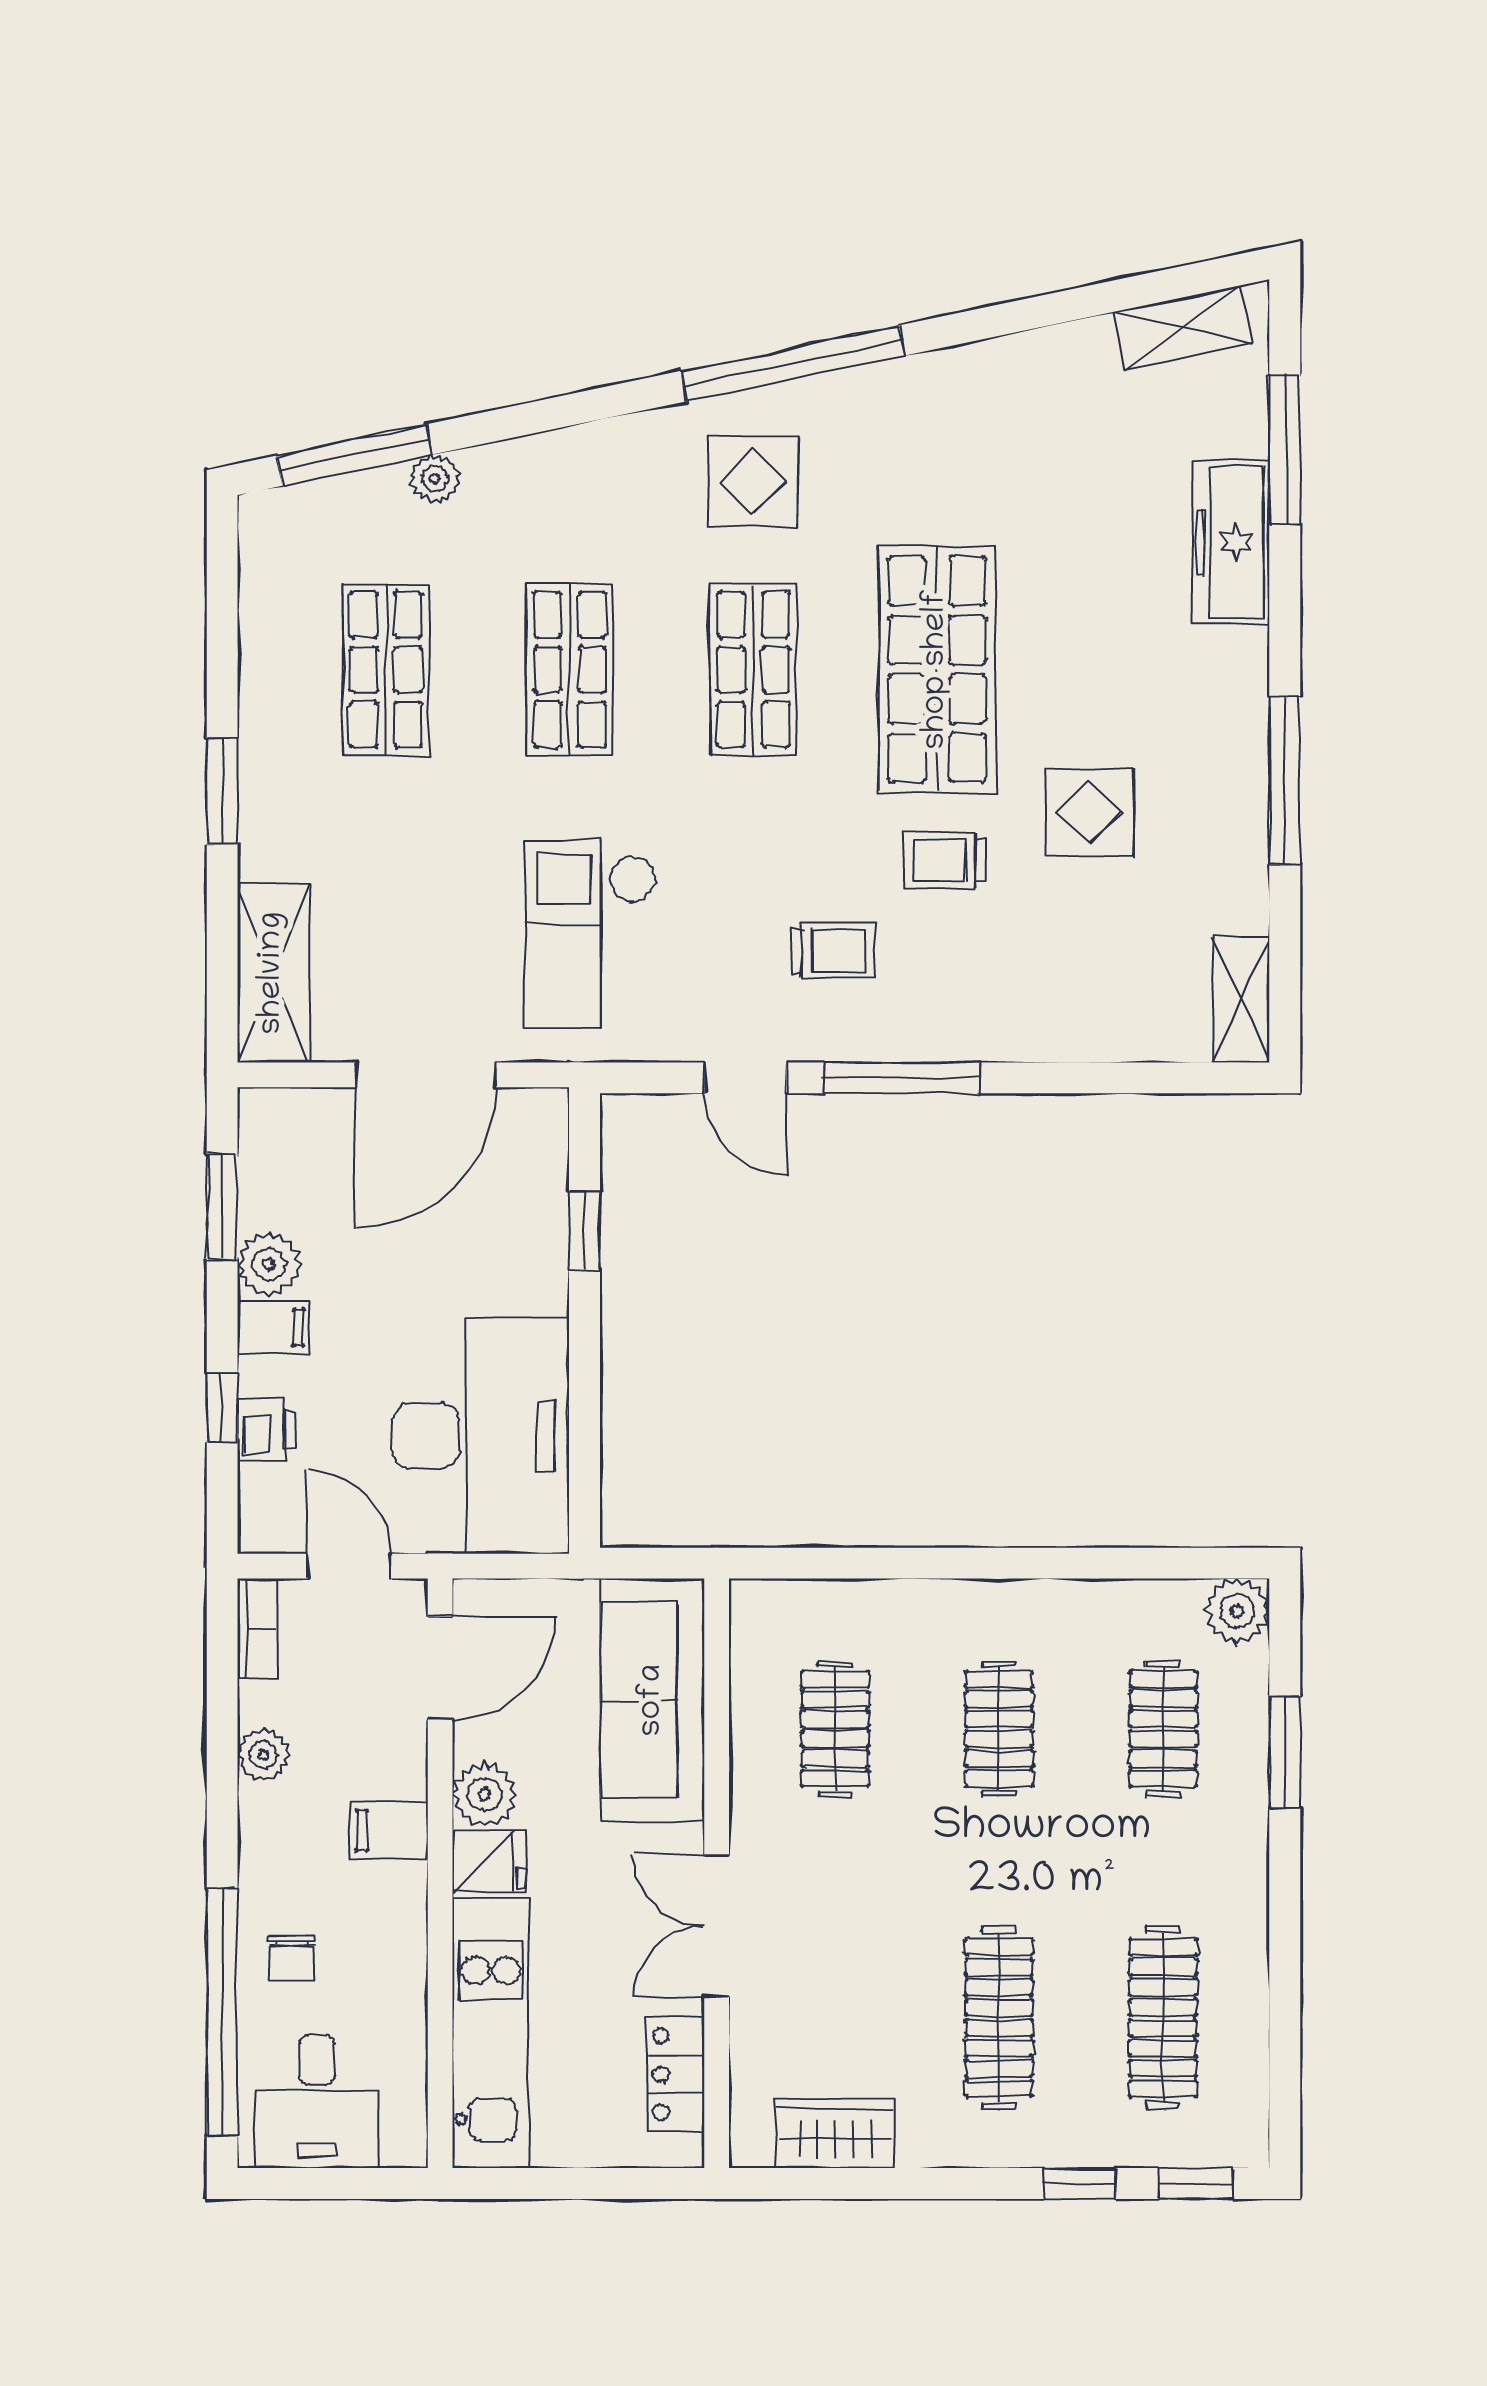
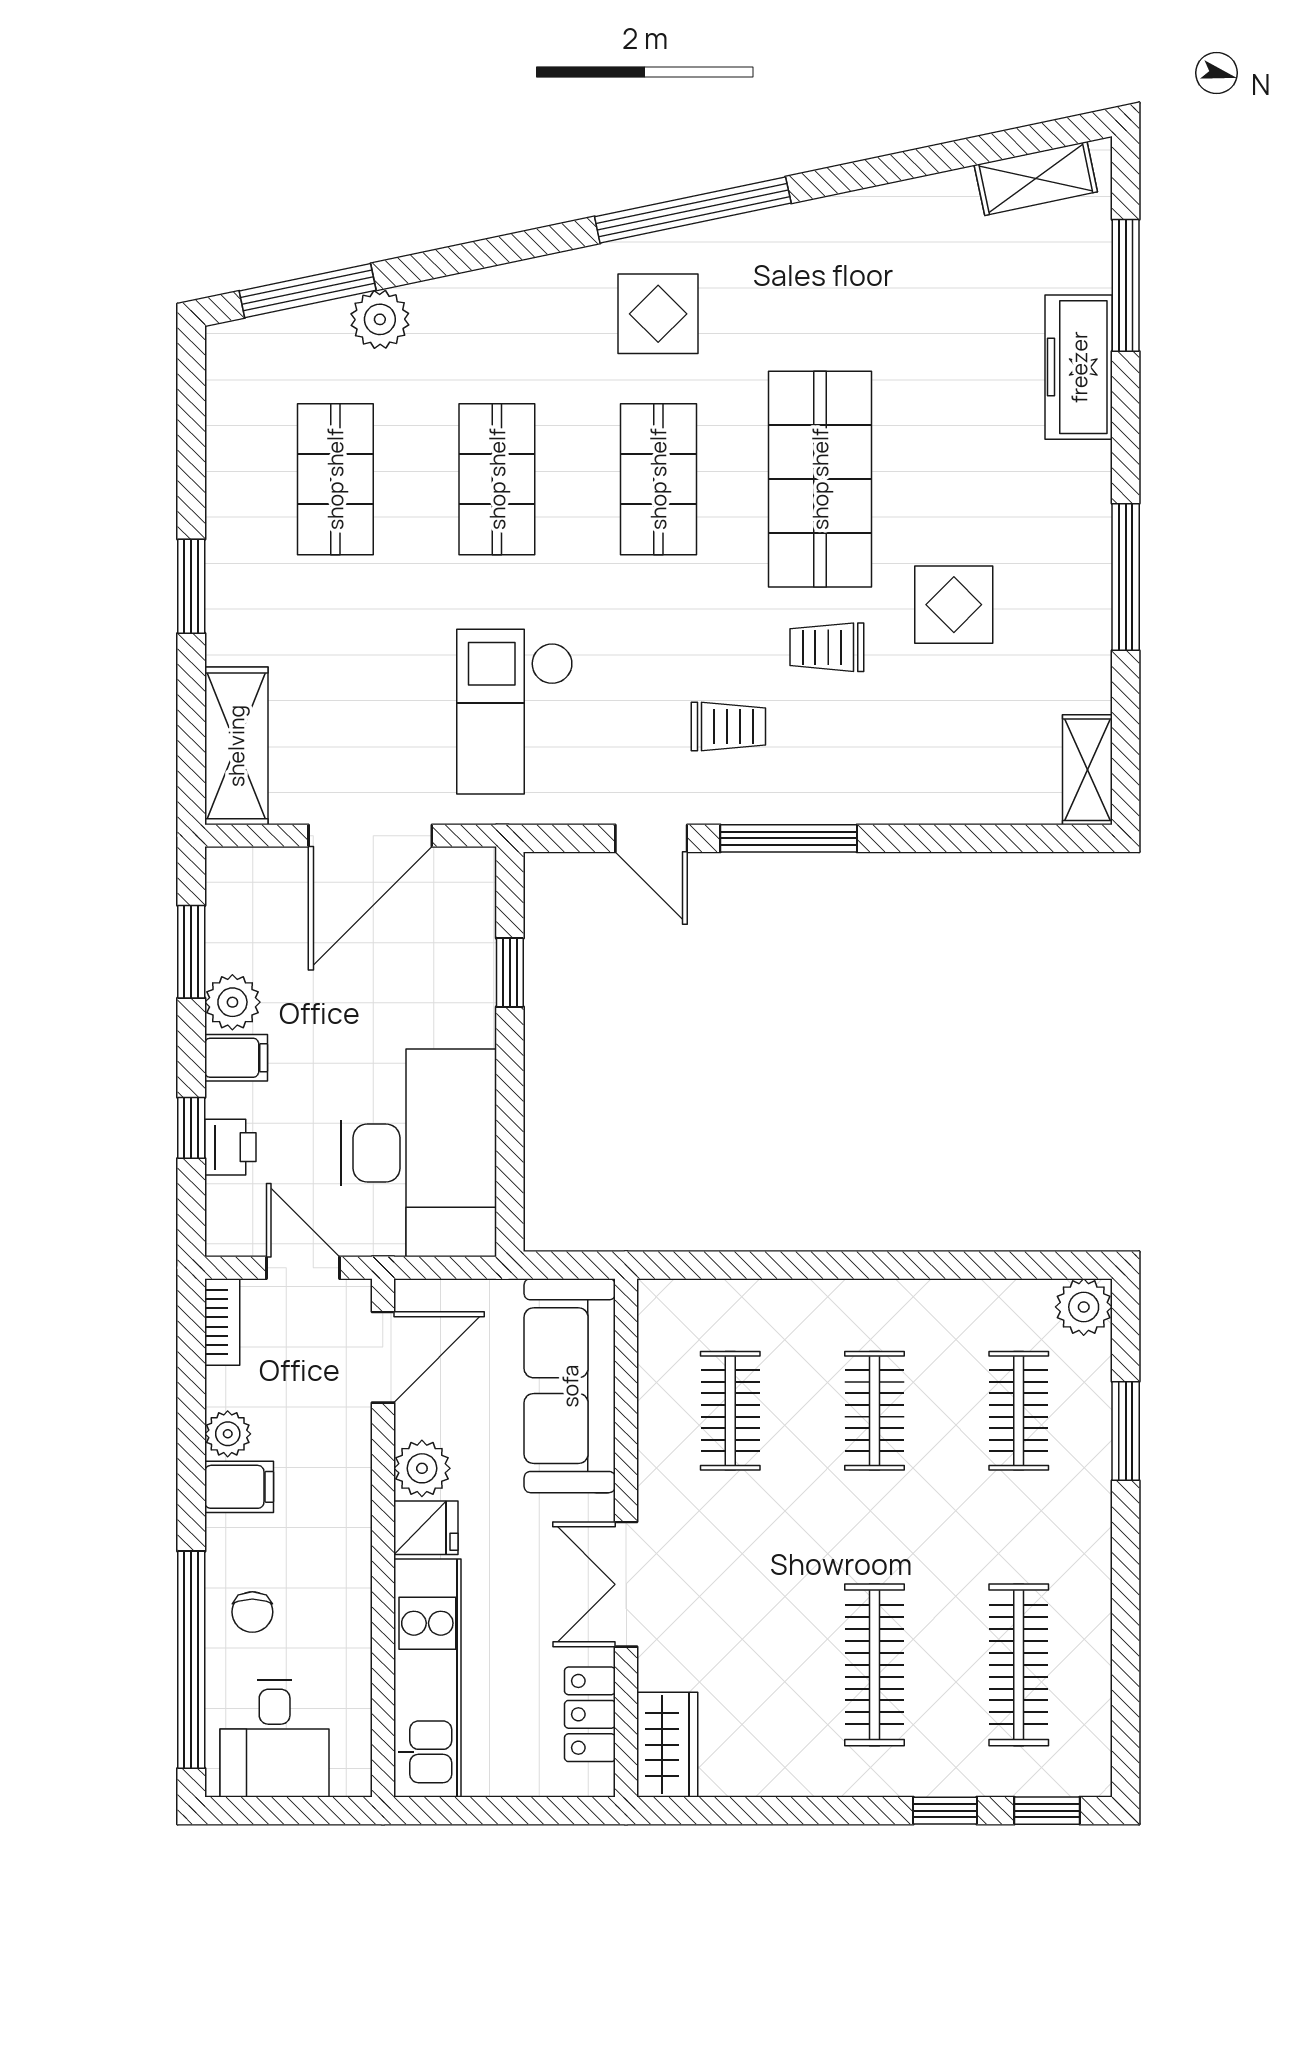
plant: (435, 479) -> (380, 319), width x1.38, depth x1.38
filing cabinet: (389, 1831) -> (239, 1487), moved, turned 180
wardrobe: (835, 2134) -> (667, 1745), moved, turned 90

